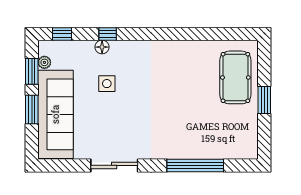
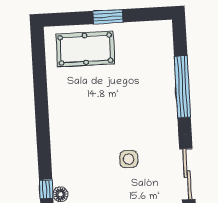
side table: (107, 84) -> (129, 159), moved

